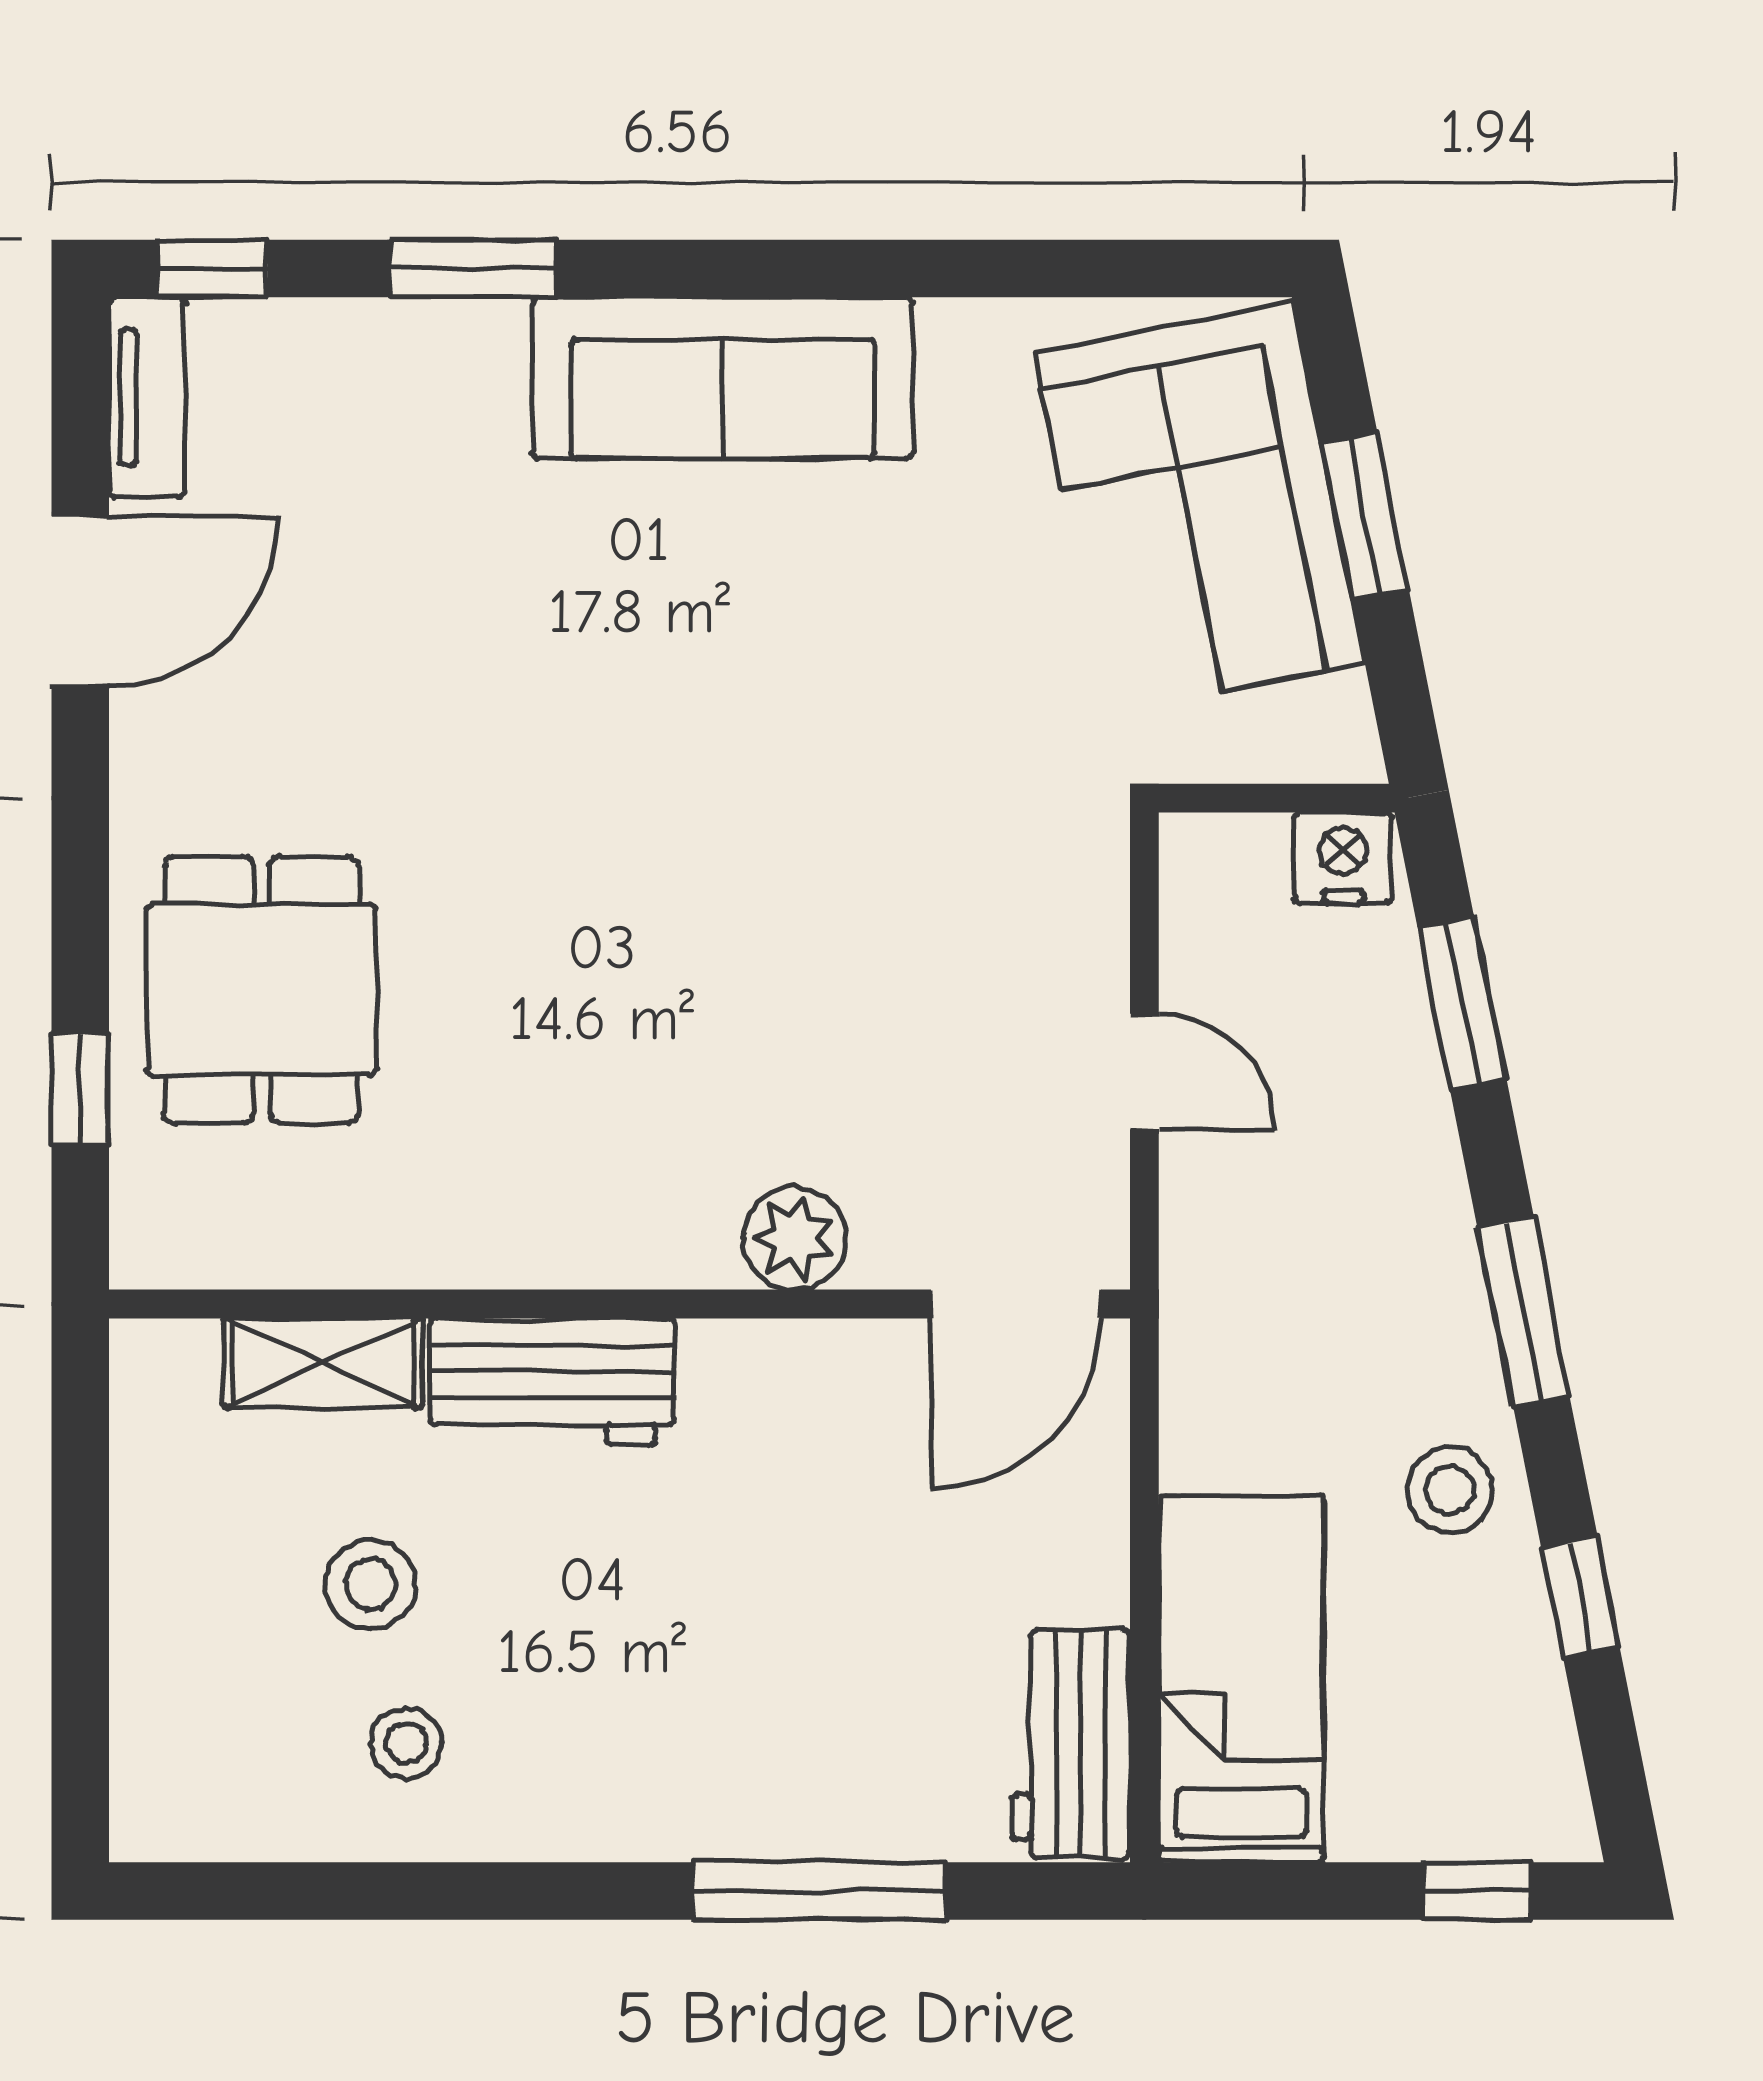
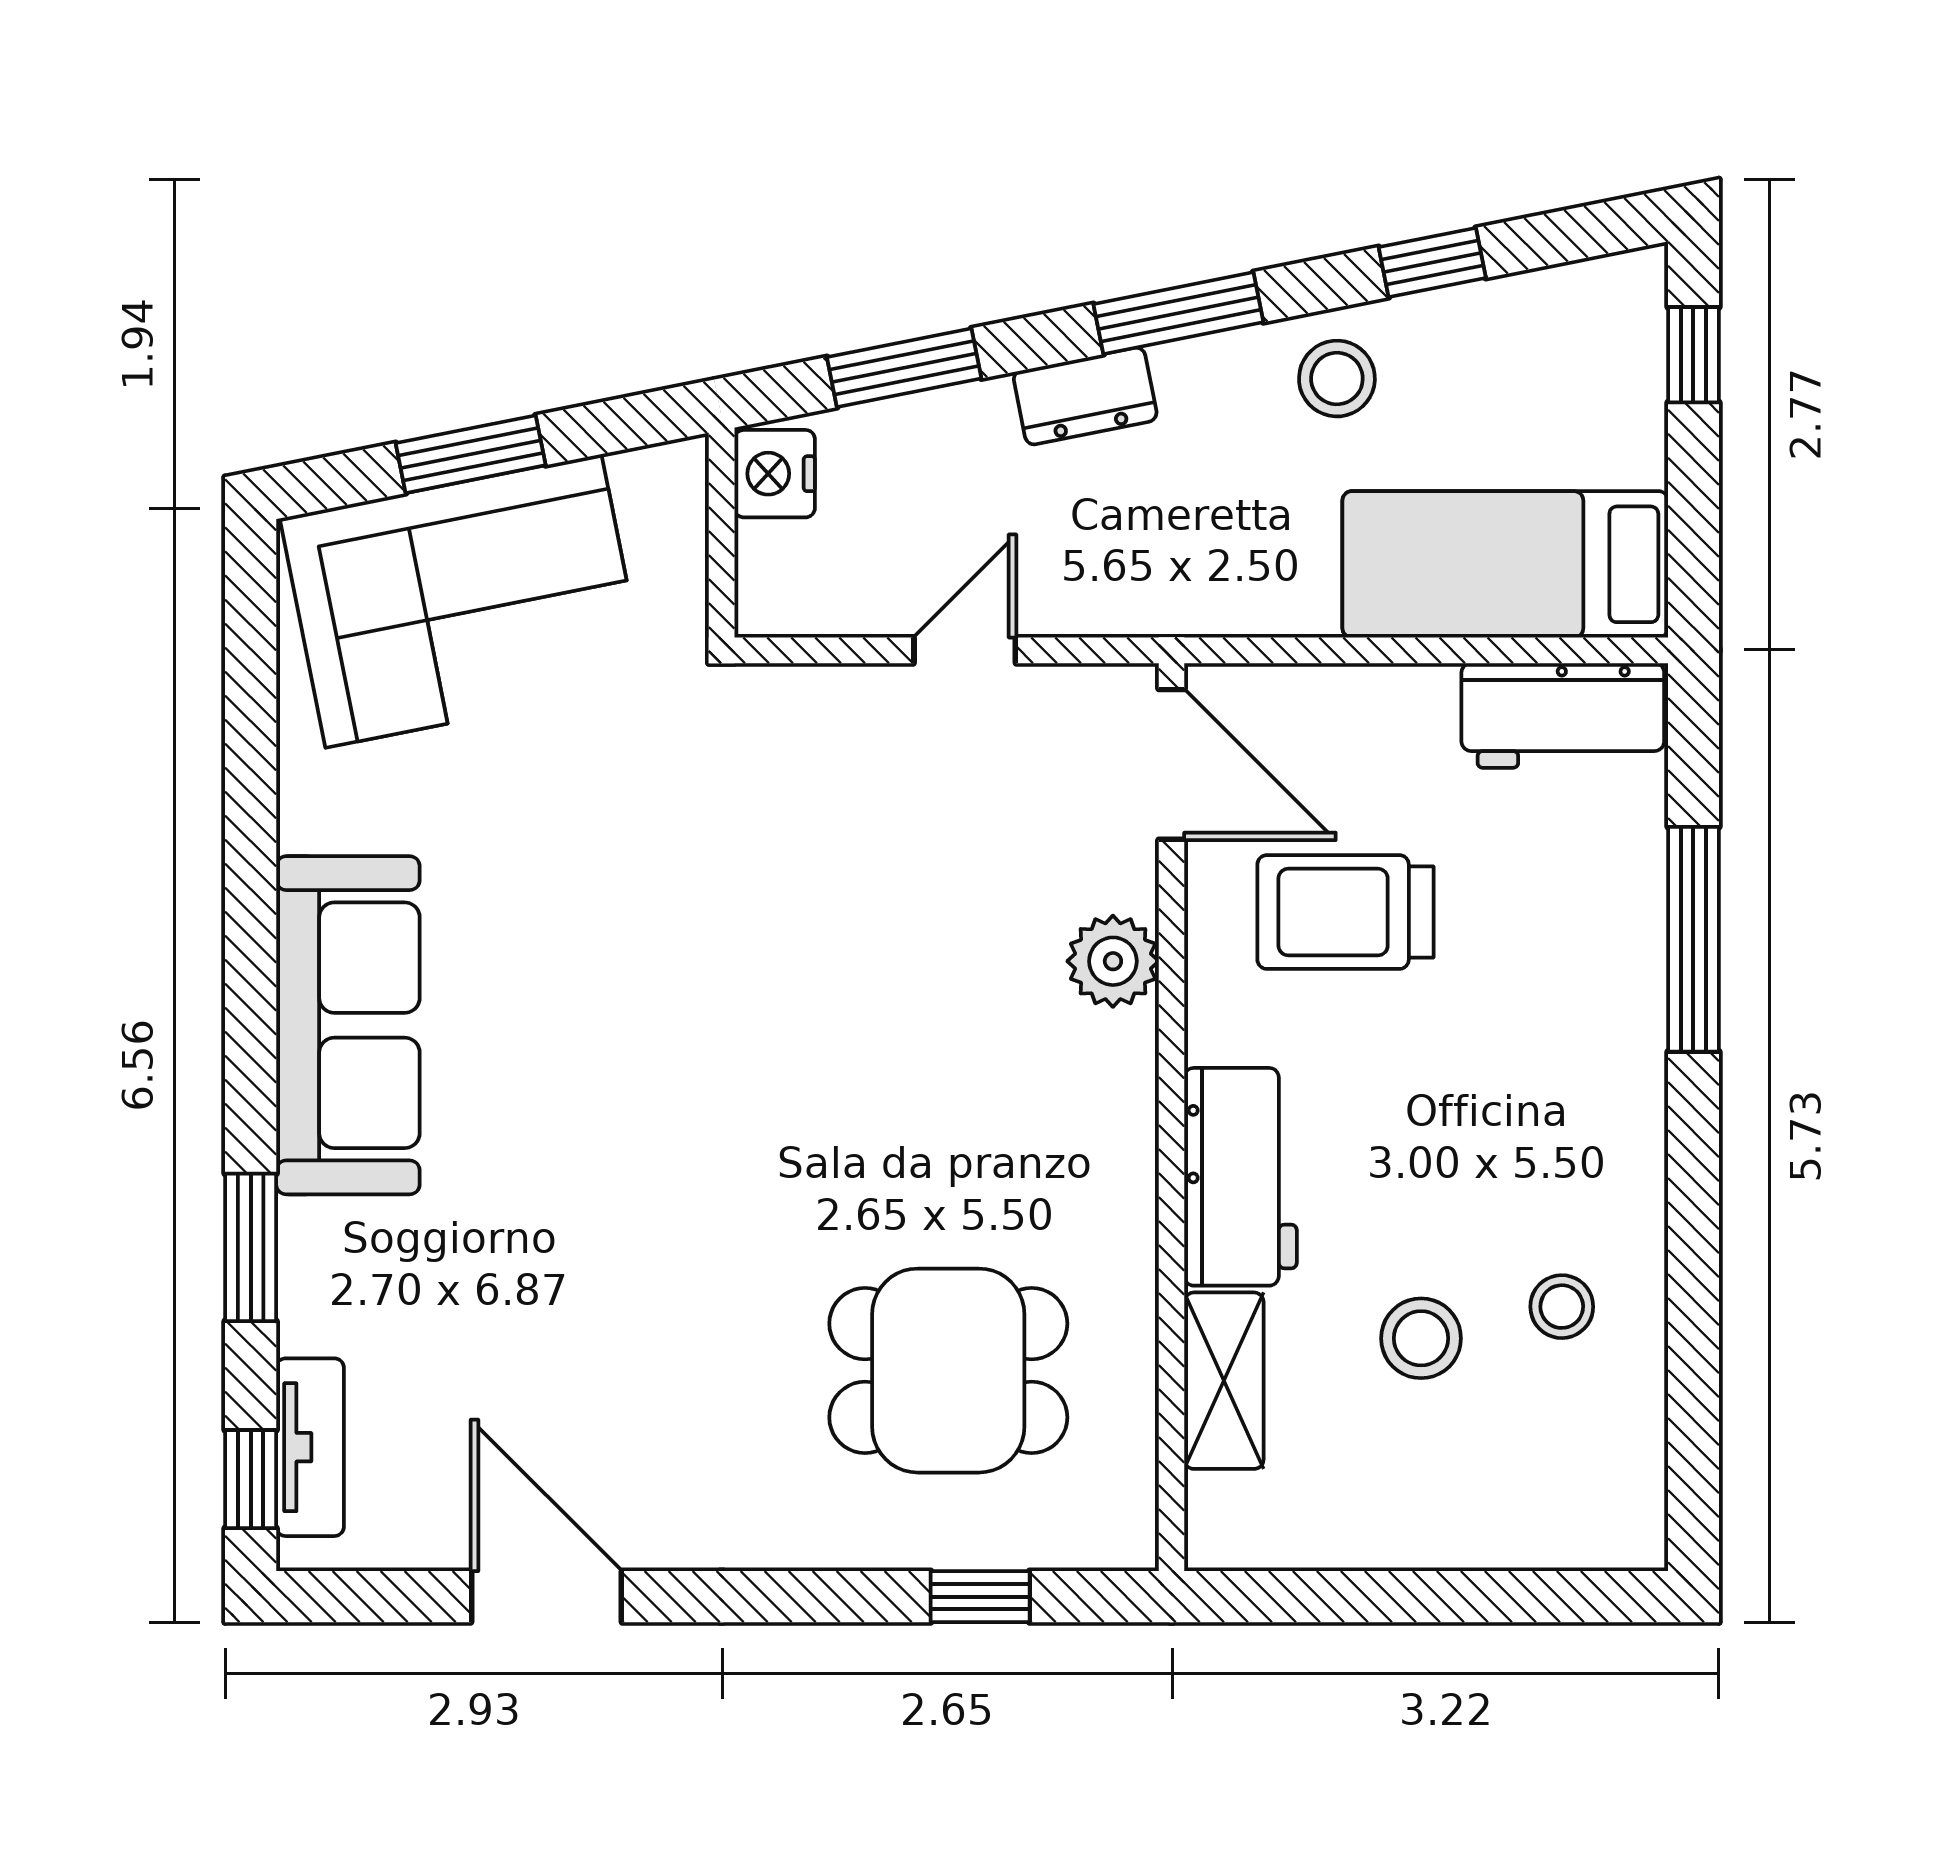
tv unit: (147, 397) -> (310, 1447), moved, turned 90
dining table: (261, 990) -> (948, 1371), moved
dresser: (1430, 1207) -> (1085, 396), added
trolley: (850, 1500) -> (1345, 912), added

